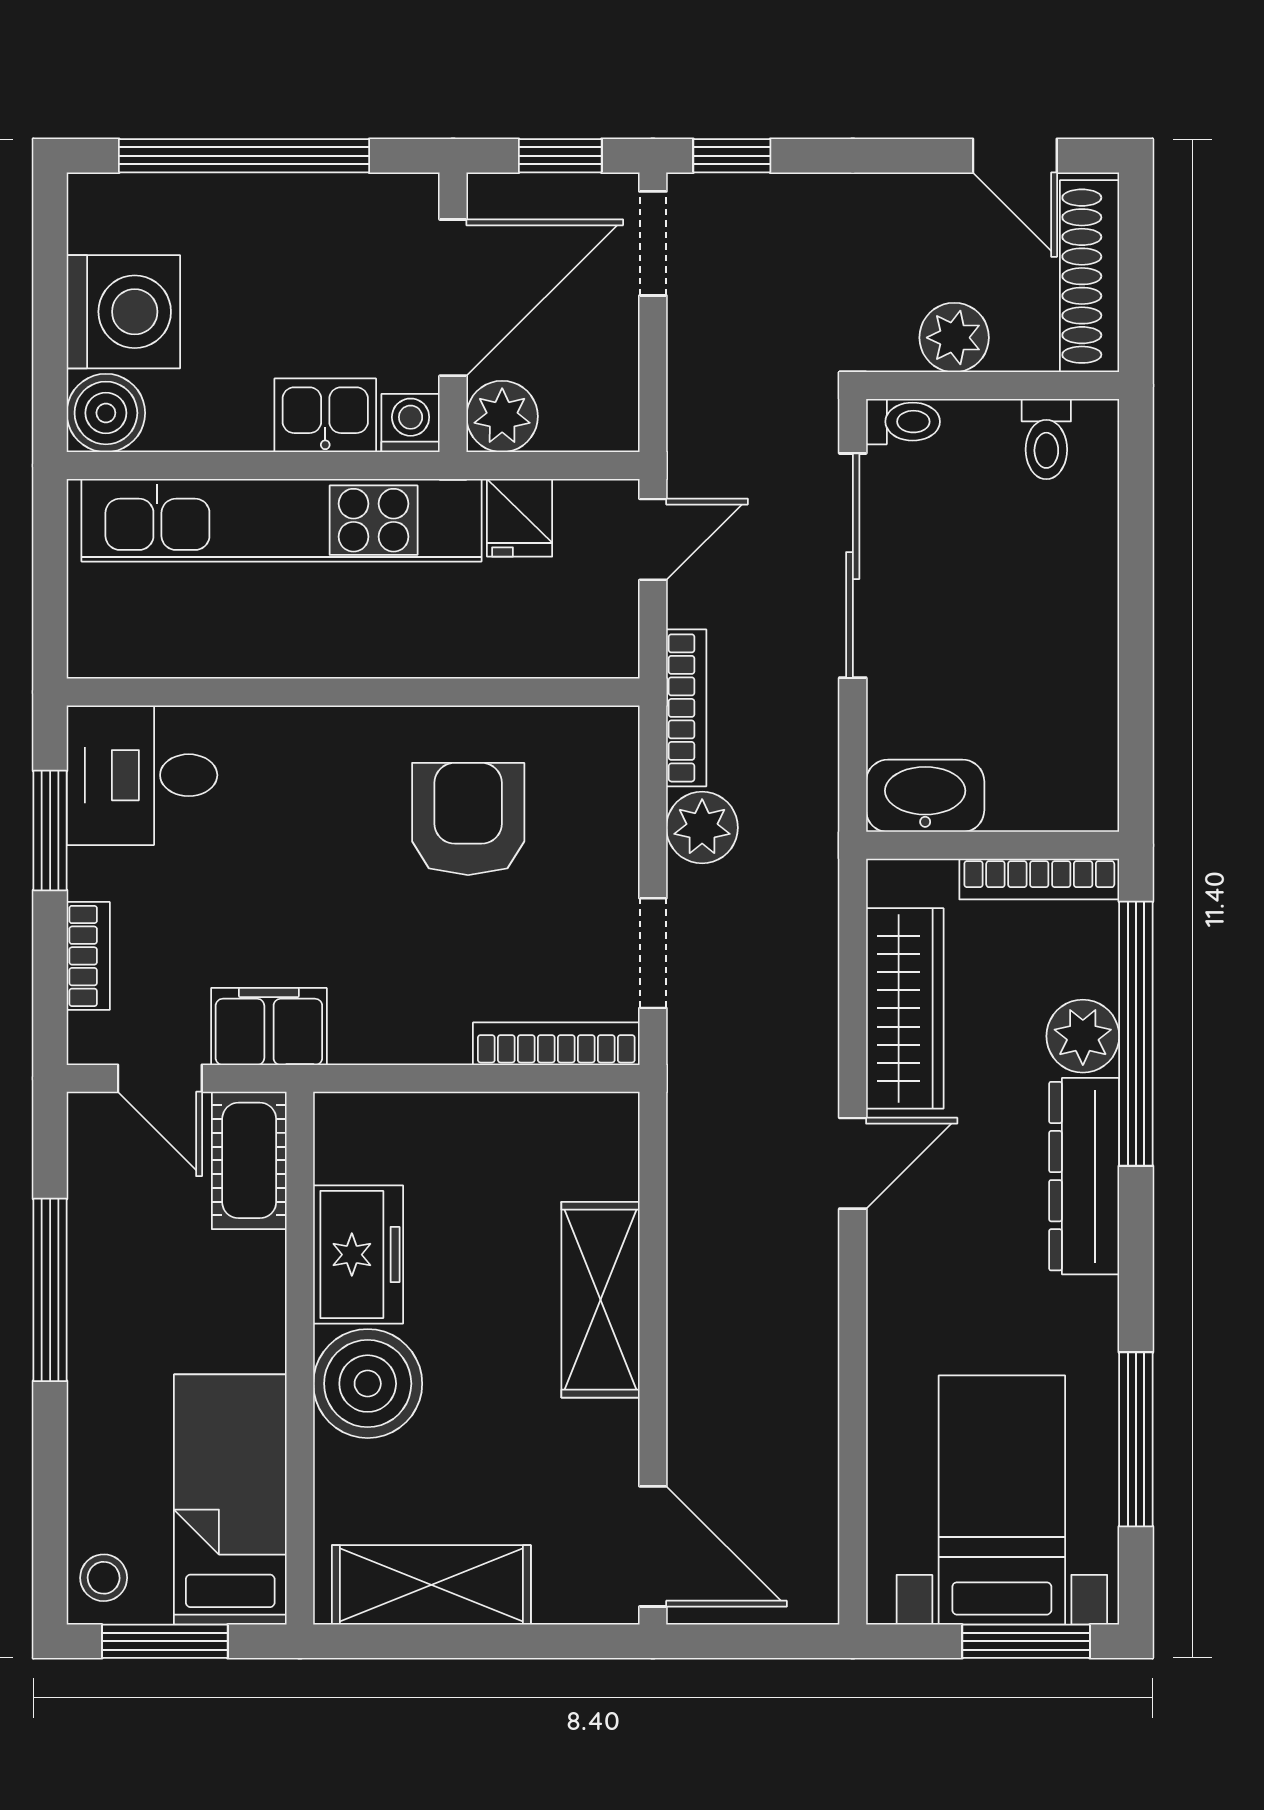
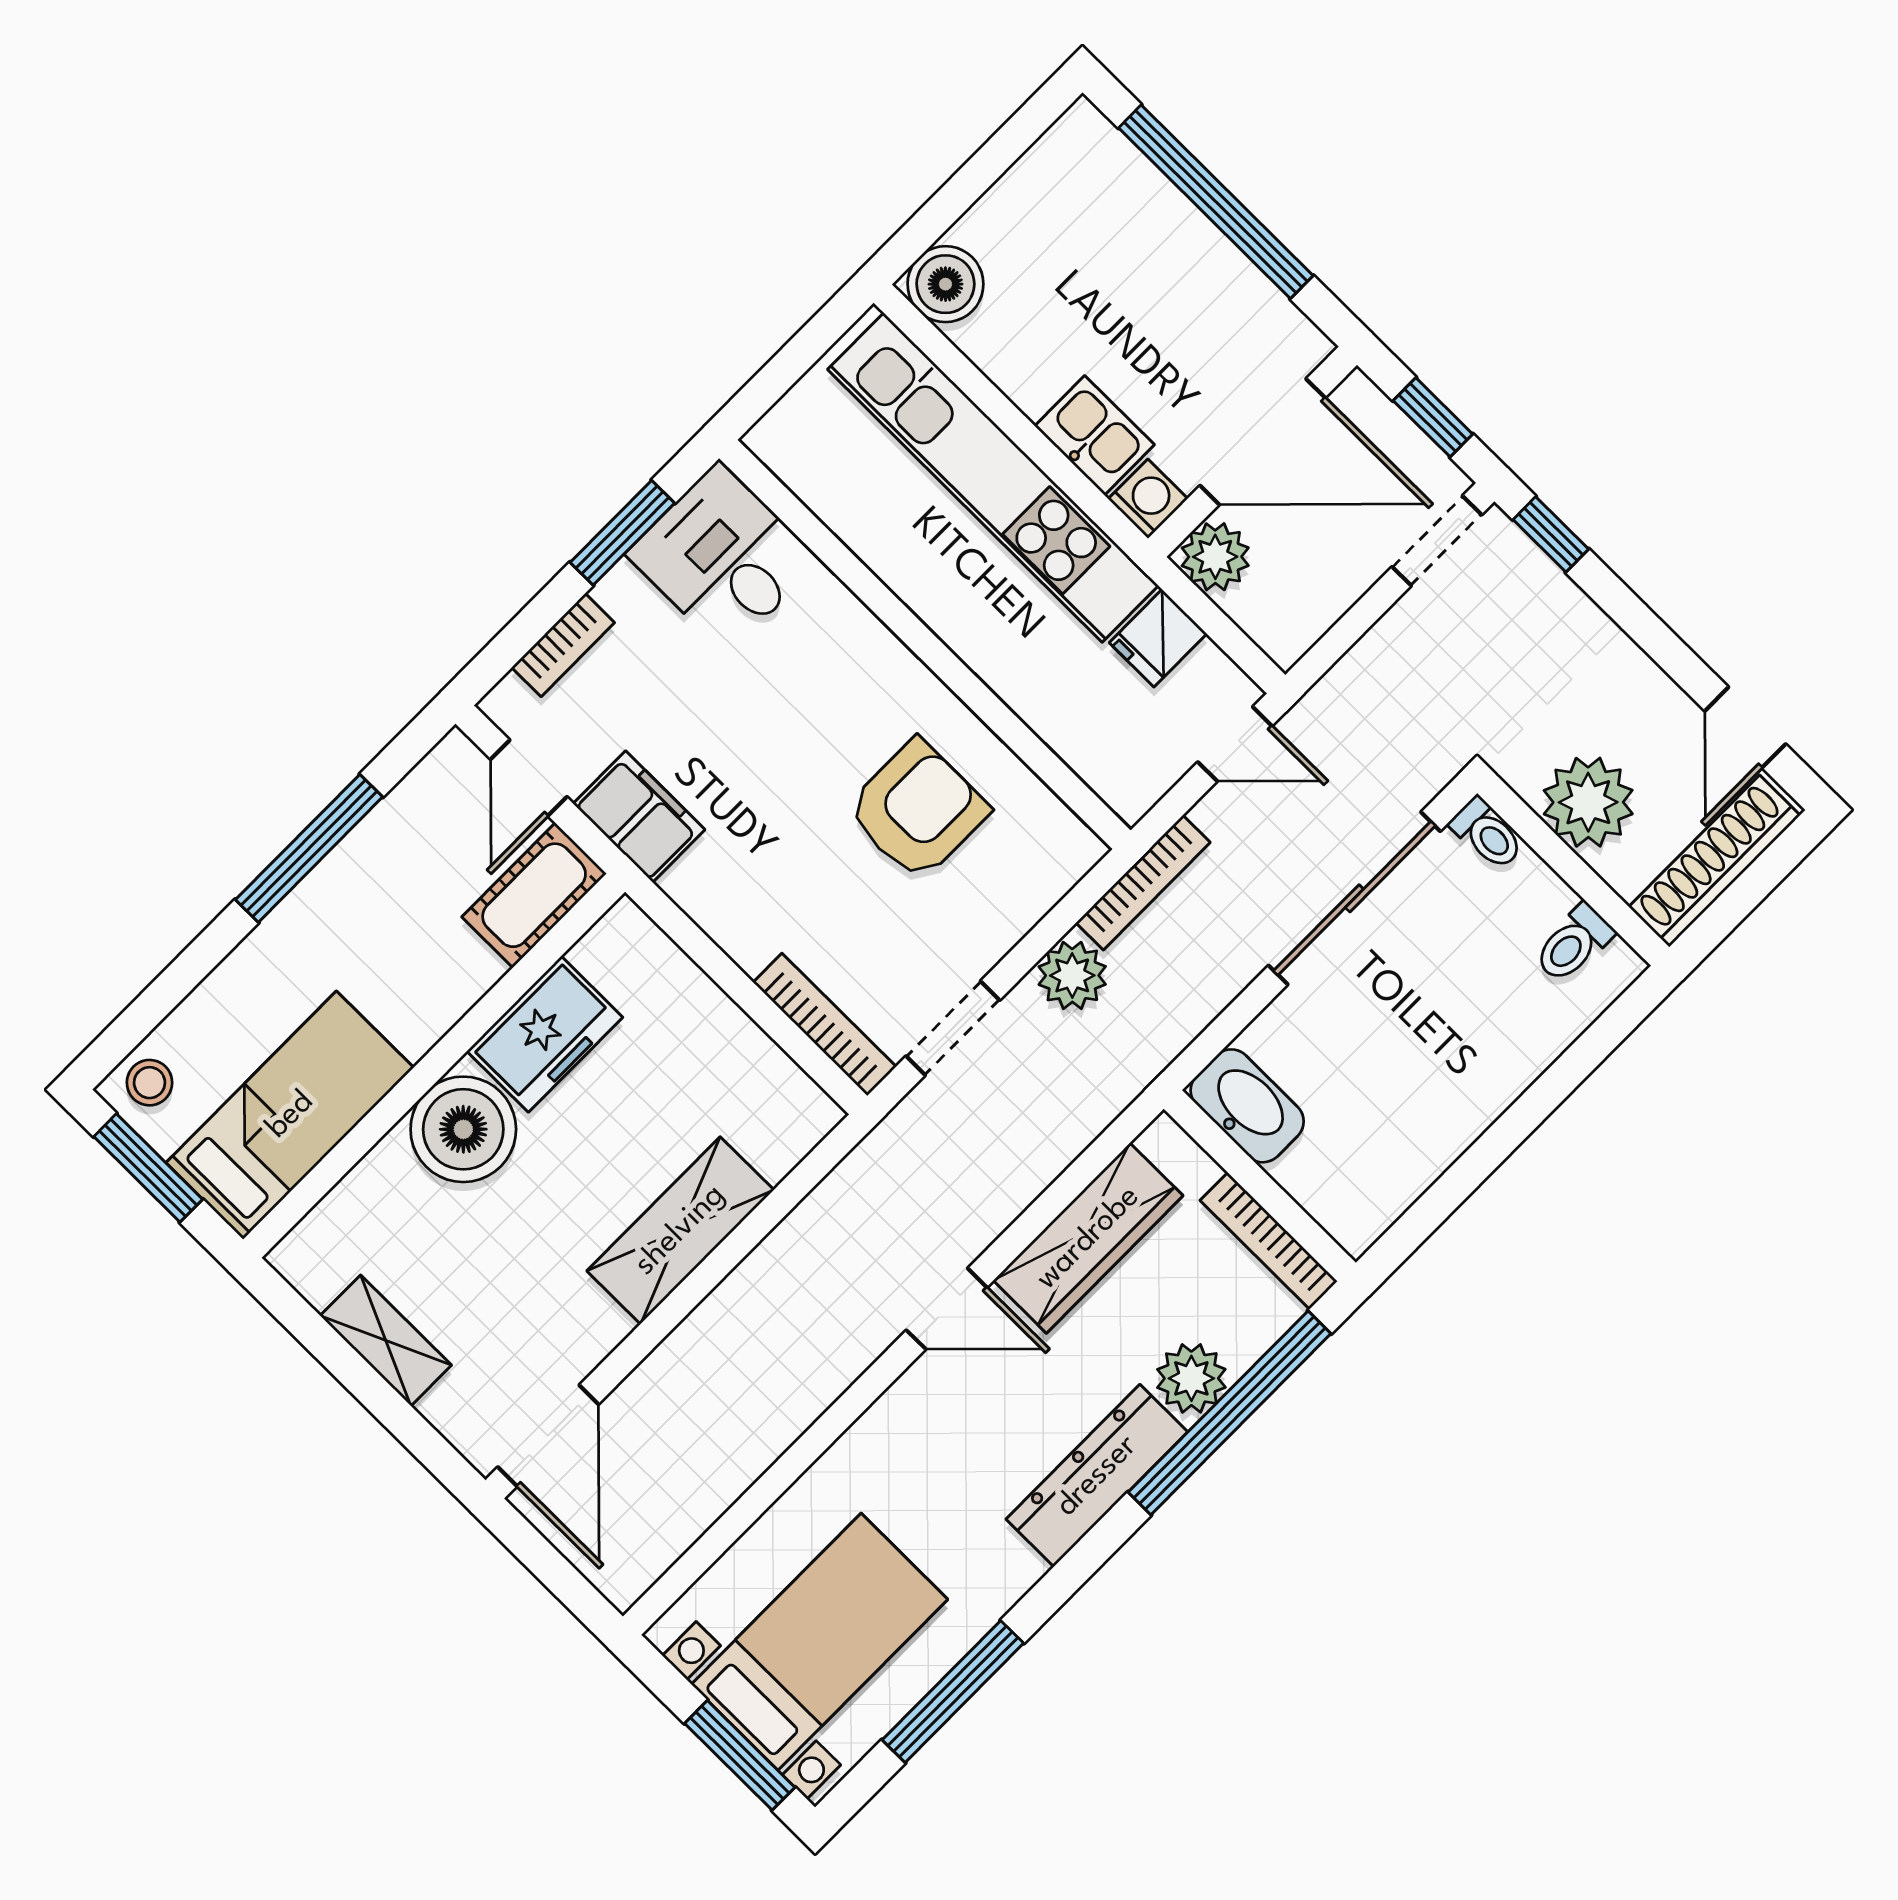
washing machine: (123, 312) -> (1027, 227), removed
plant: (954, 338) -> (1588, 802), width x1.36, depth x1.36
shelving: (431, 1585) -> (386, 1340), width x0.67, depth x0.75

